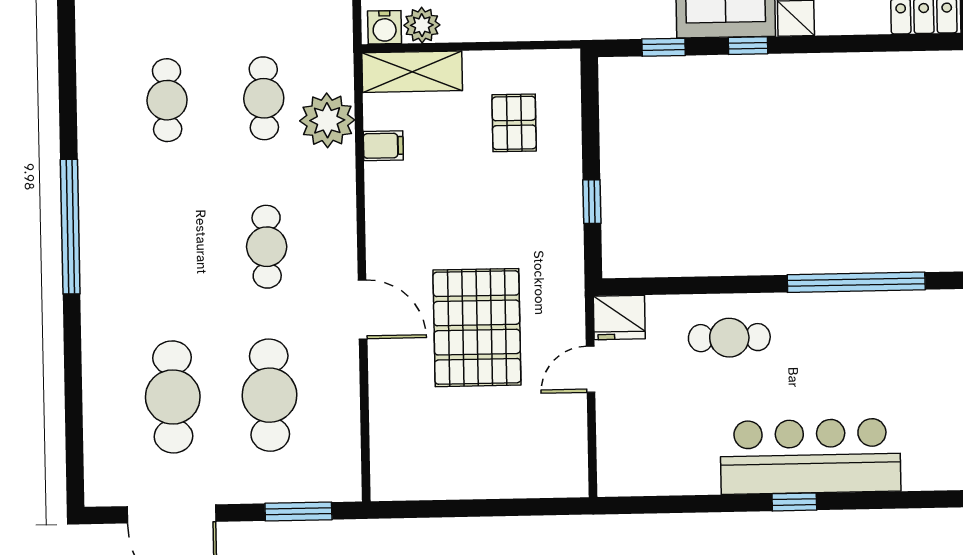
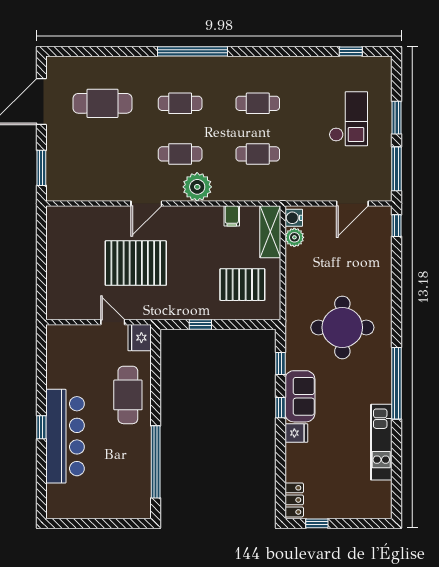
plant: (327, 120) -> (197, 187), moved
pallet: (514, 123) -> (242, 285), width x1.50, depth x1.42
cafe table: (729, 338) -> (128, 395), width x1.37, depth x1.35
cafe table: (269, 395) -> (180, 103), moved, width x0.73, depth x0.74

